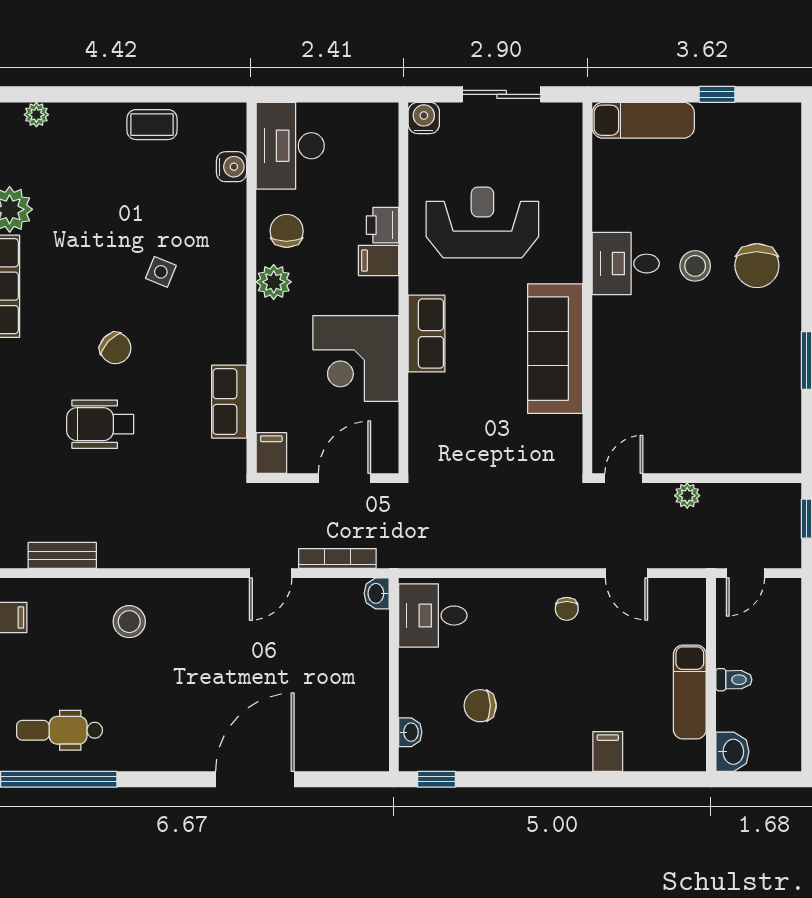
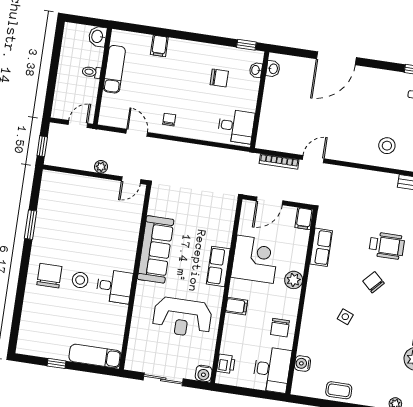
printer: (383, 225) -> (226, 364), moved
plant: (274, 282) -> (294, 280), moved
washbasin: (377, 593) -> (273, 69), moved

